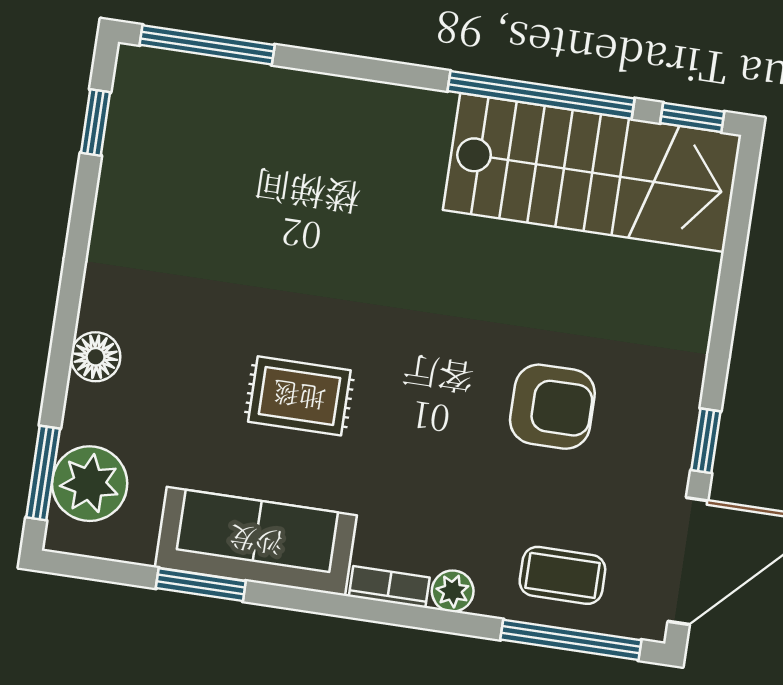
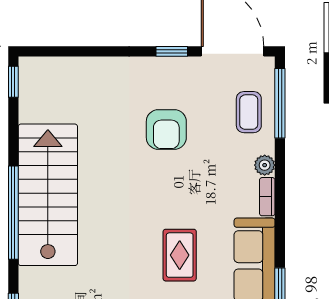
window: (541, 95) -> (13, 213), moved
stairs: (592, 172) -> (48, 195), moved
armchair: (552, 407) -> (166, 130), turned 180

